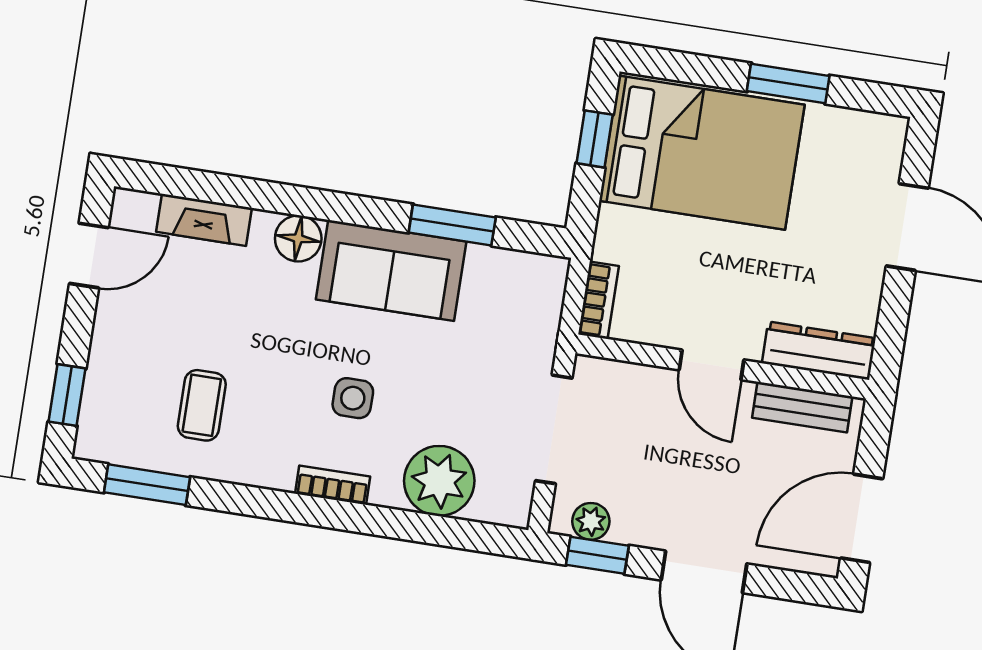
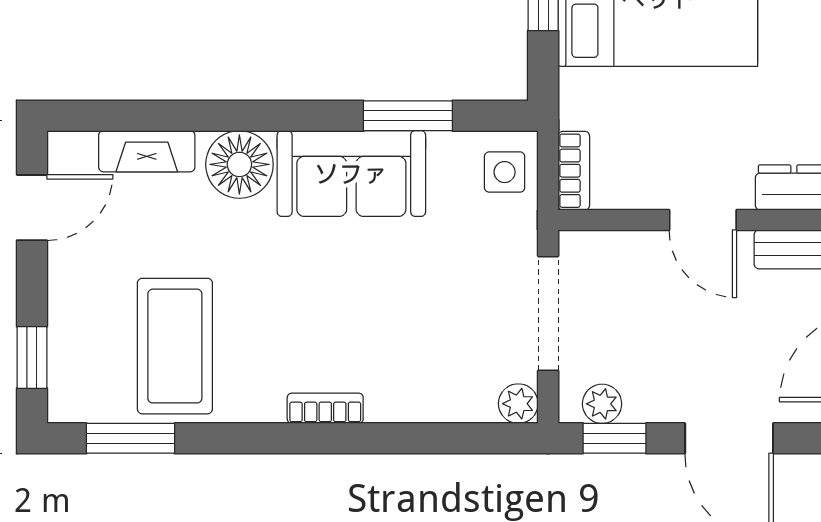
floor lamp: (298, 238) -> (239, 164), width x1.38, depth x1.38
side table: (353, 398) -> (505, 172), moved
coffee table: (202, 405) -> (175, 346), width x1.86, depth x1.72
plant: (439, 481) -> (518, 404), moved, width x0.53, depth x0.53

